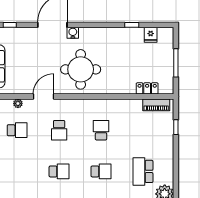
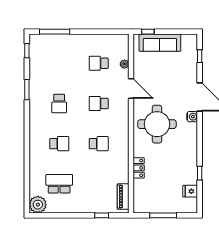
locker: (147, 88) -> (139, 168), moved
school desk: (17, 130) -> (99, 63), turned 90
school desk: (101, 171) -> (59, 144), turned -90

